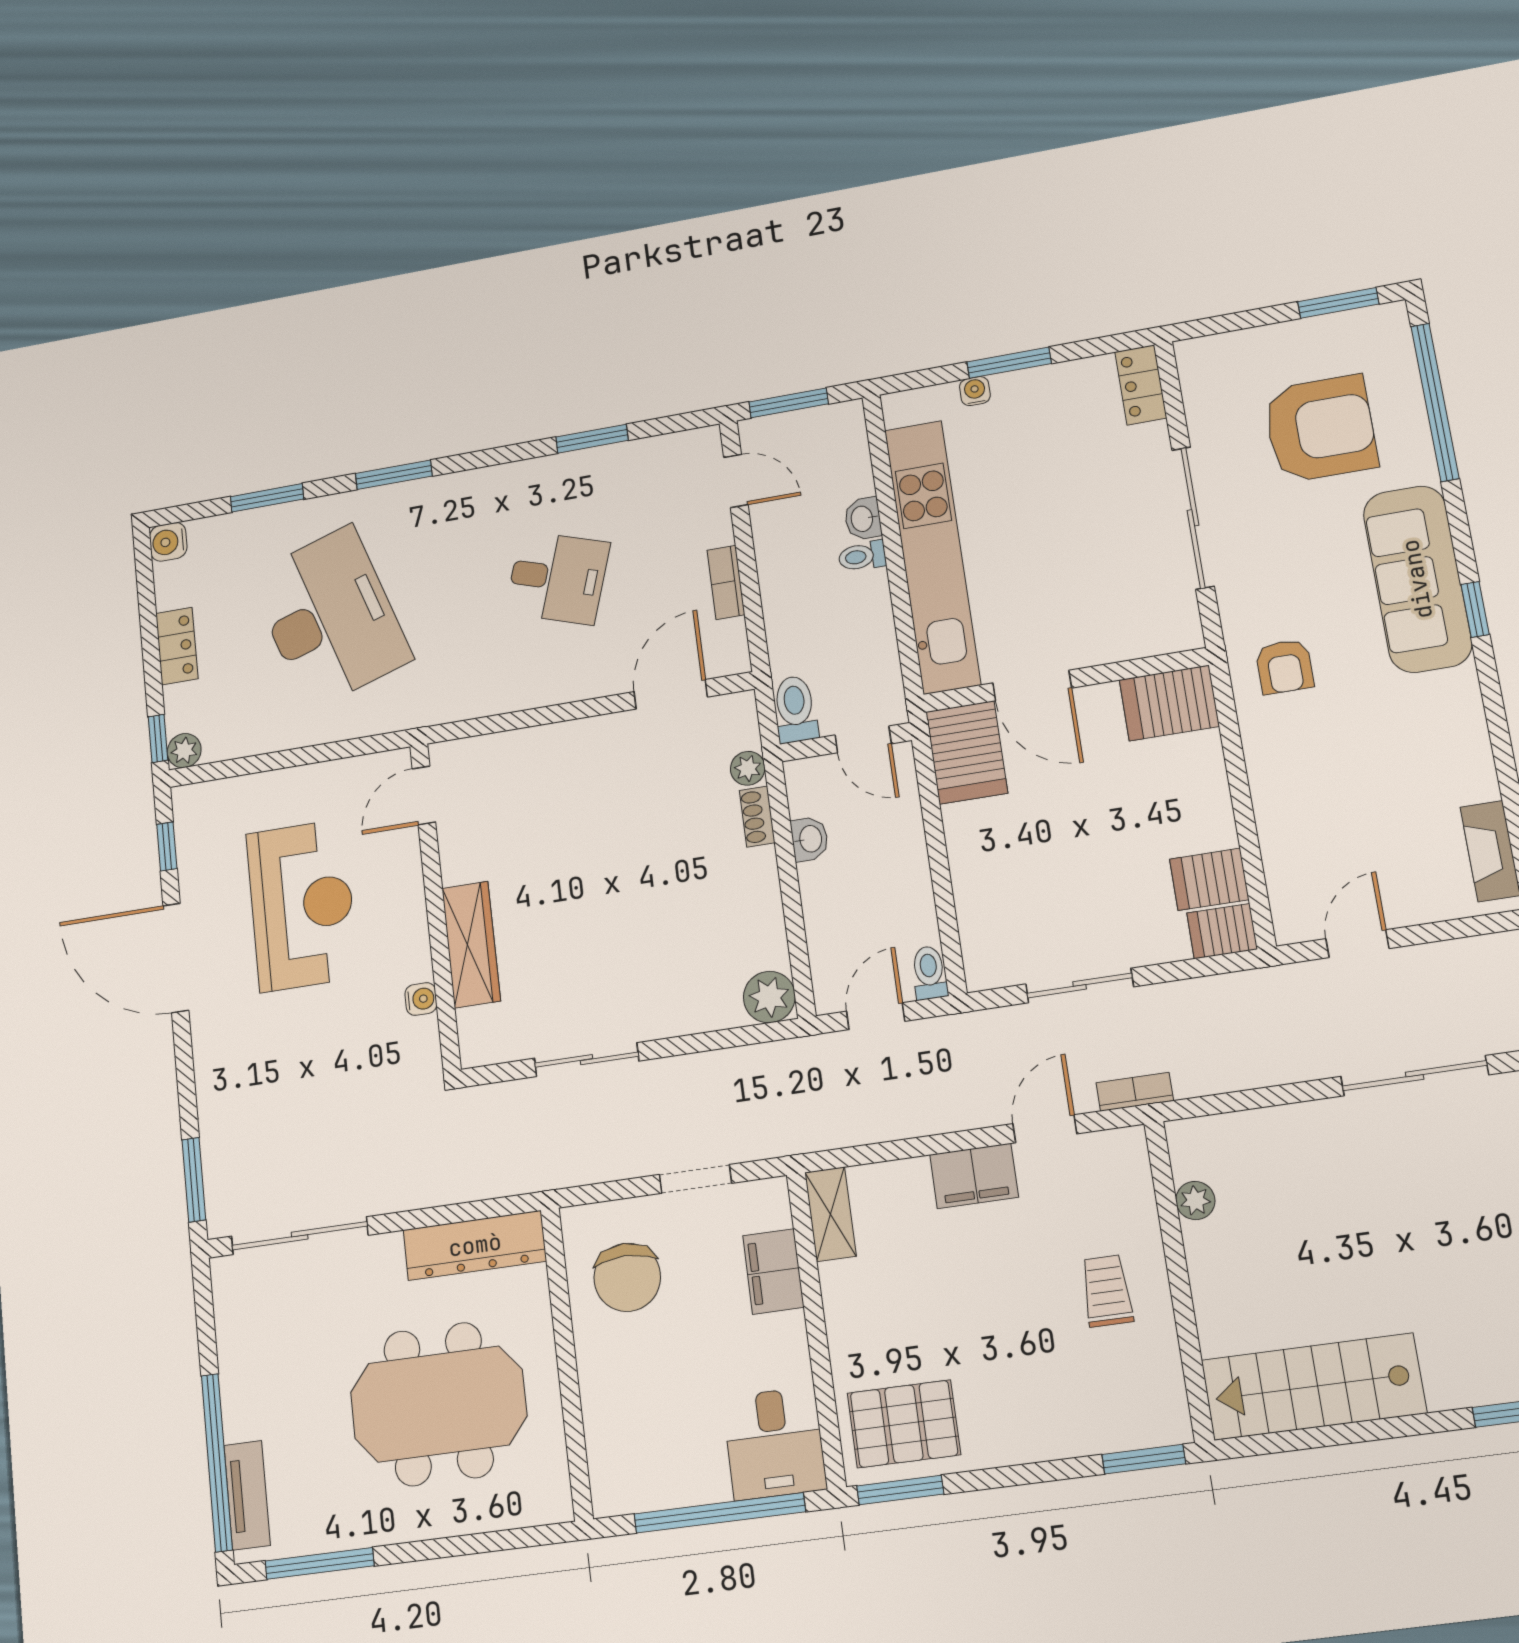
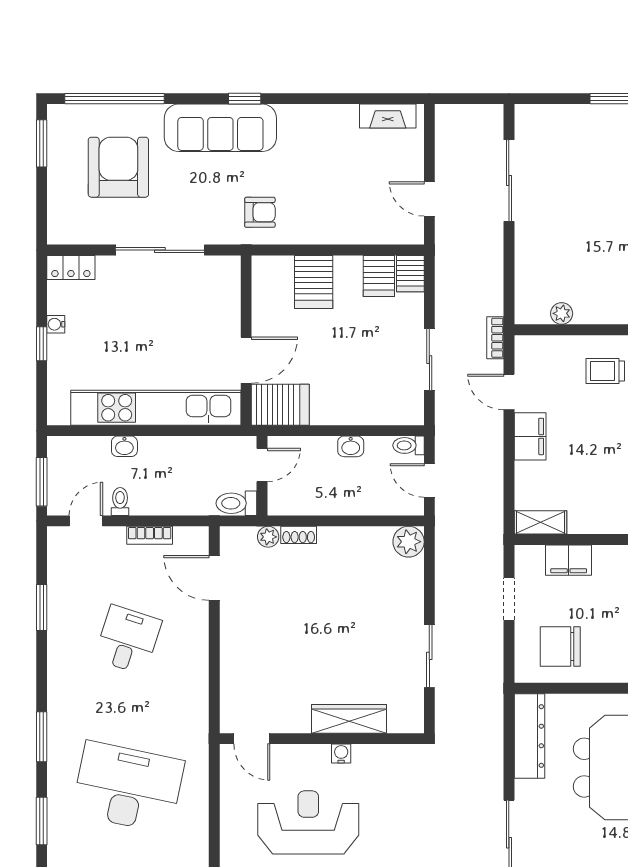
window: (1009, 363) -> (42, 344), width x0.67
water cooler: (975, 391) -> (56, 324), moved
toilet: (862, 556) -> (120, 501), moved, turned 180
desk: (330, 618) -> (128, 787), turned 30
server rack: (1169, 703) -> (314, 282), moved
washbasin: (810, 839) -> (351, 446), moved, turned 180
water cooler: (421, 999) -> (341, 754), moved
chair: (627, 1277) -> (560, 647), turned 180

